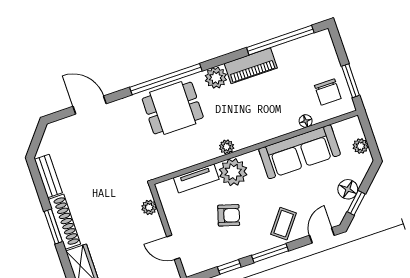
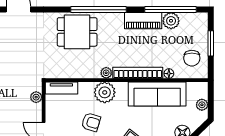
plant: (216, 78) -> (171, 21), moved
window: (166, 79) -> (98, 10), moved
window: (351, 81) -> (211, 43), moved
bookcase: (266, 133) -> (138, 73), added
tv unit: (196, 178) -> (61, 88), moved

